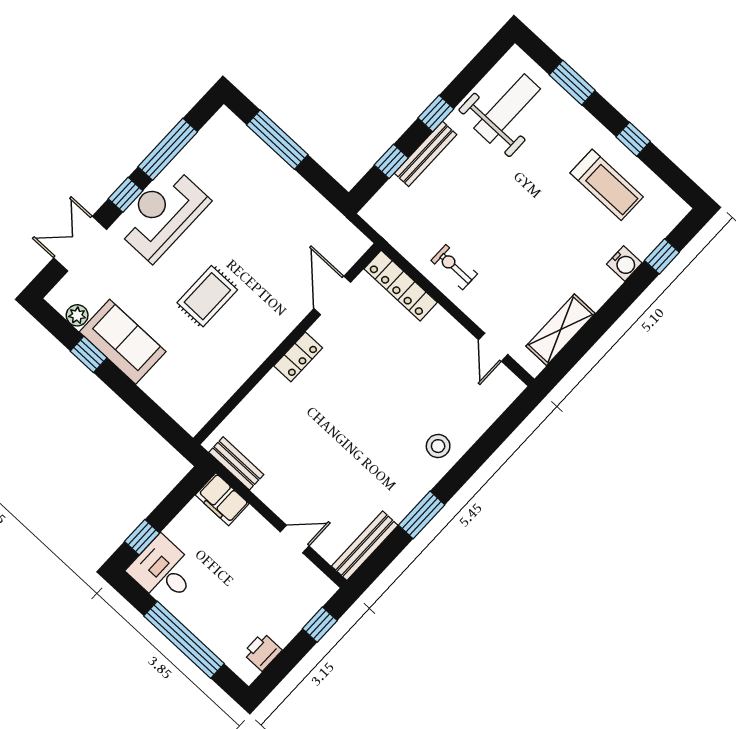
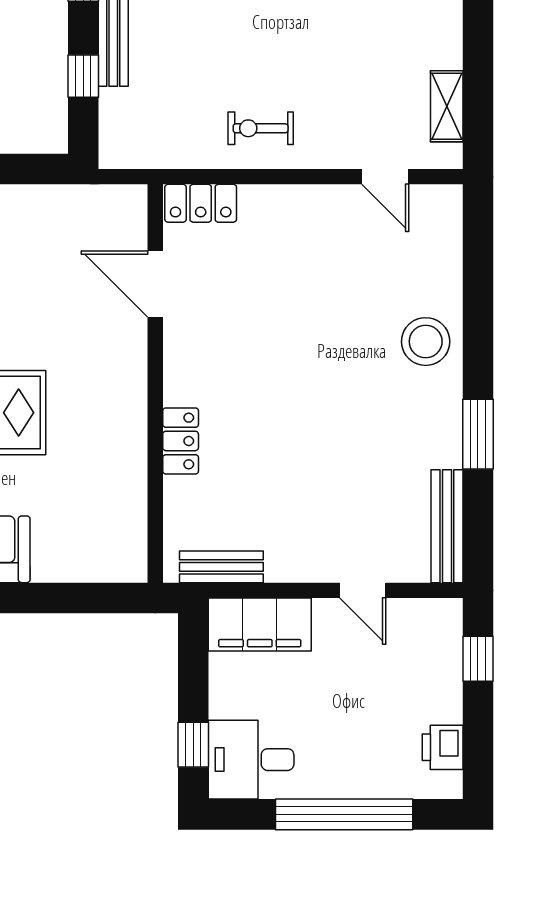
locker: (401, 286) -> (201, 203), width x0.66
shelving: (561, 330) -> (447, 106), width x0.67, depth x0.75
locker: (298, 357) -> (181, 441), moved
stool: (438, 446) -> (426, 342), width x1.38, depth x1.38
filing cabinet: (222, 499) -> (260, 625), width x1.50, depth x1.17
door: (295, 539) -> (363, 590), swing flipped

